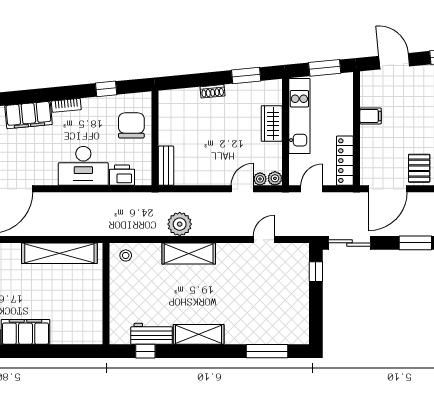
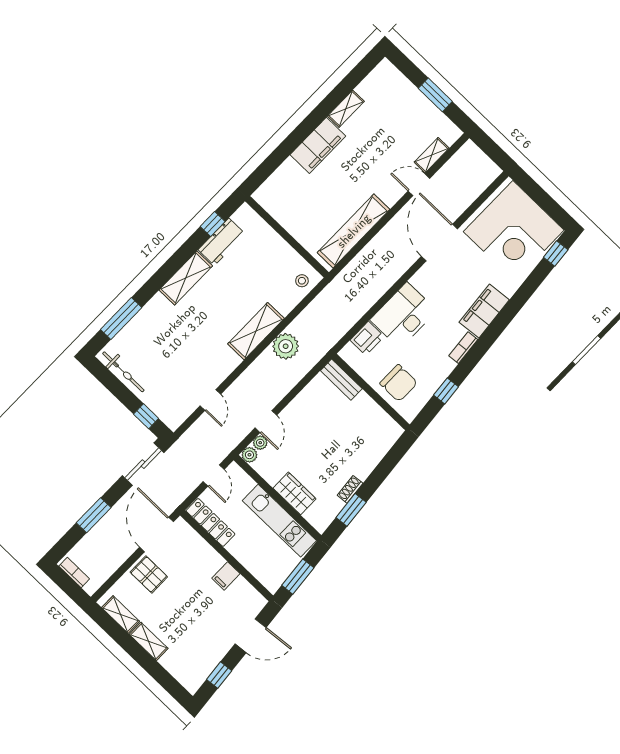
shoe rack: (212, 91) -> (350, 489), moved
bicycle: (301, 315) -> (123, 372), added

